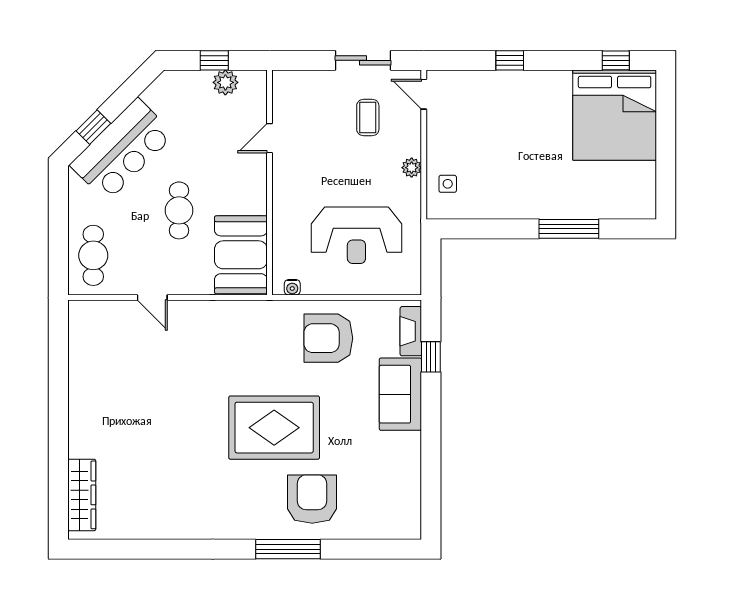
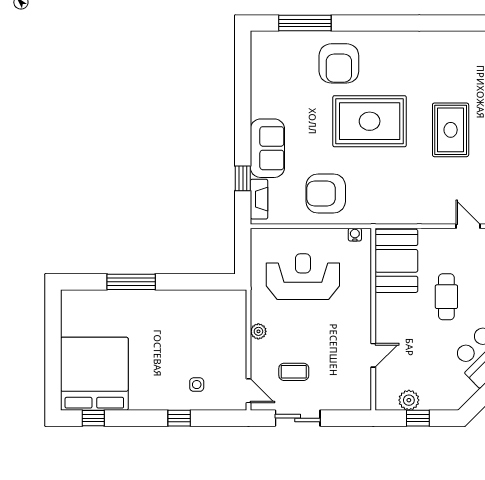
coffee table: (368, 117) -> (294, 372), turned 90
side table: (448, 184) -> (197, 385), moved
armchair: (328, 338) -> (326, 194), turned 180
rug: (174, 417) -> (451, 130), added
window: (288, 549) -> (305, 23), moved

